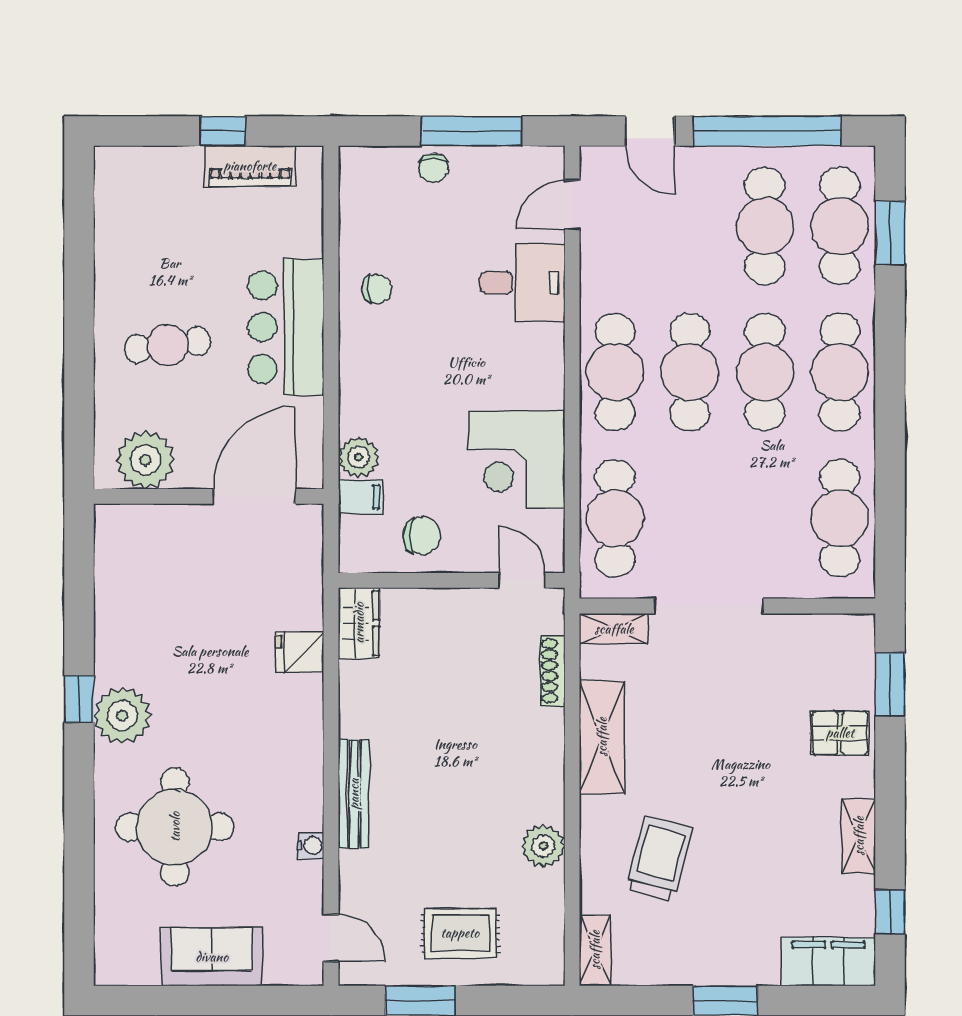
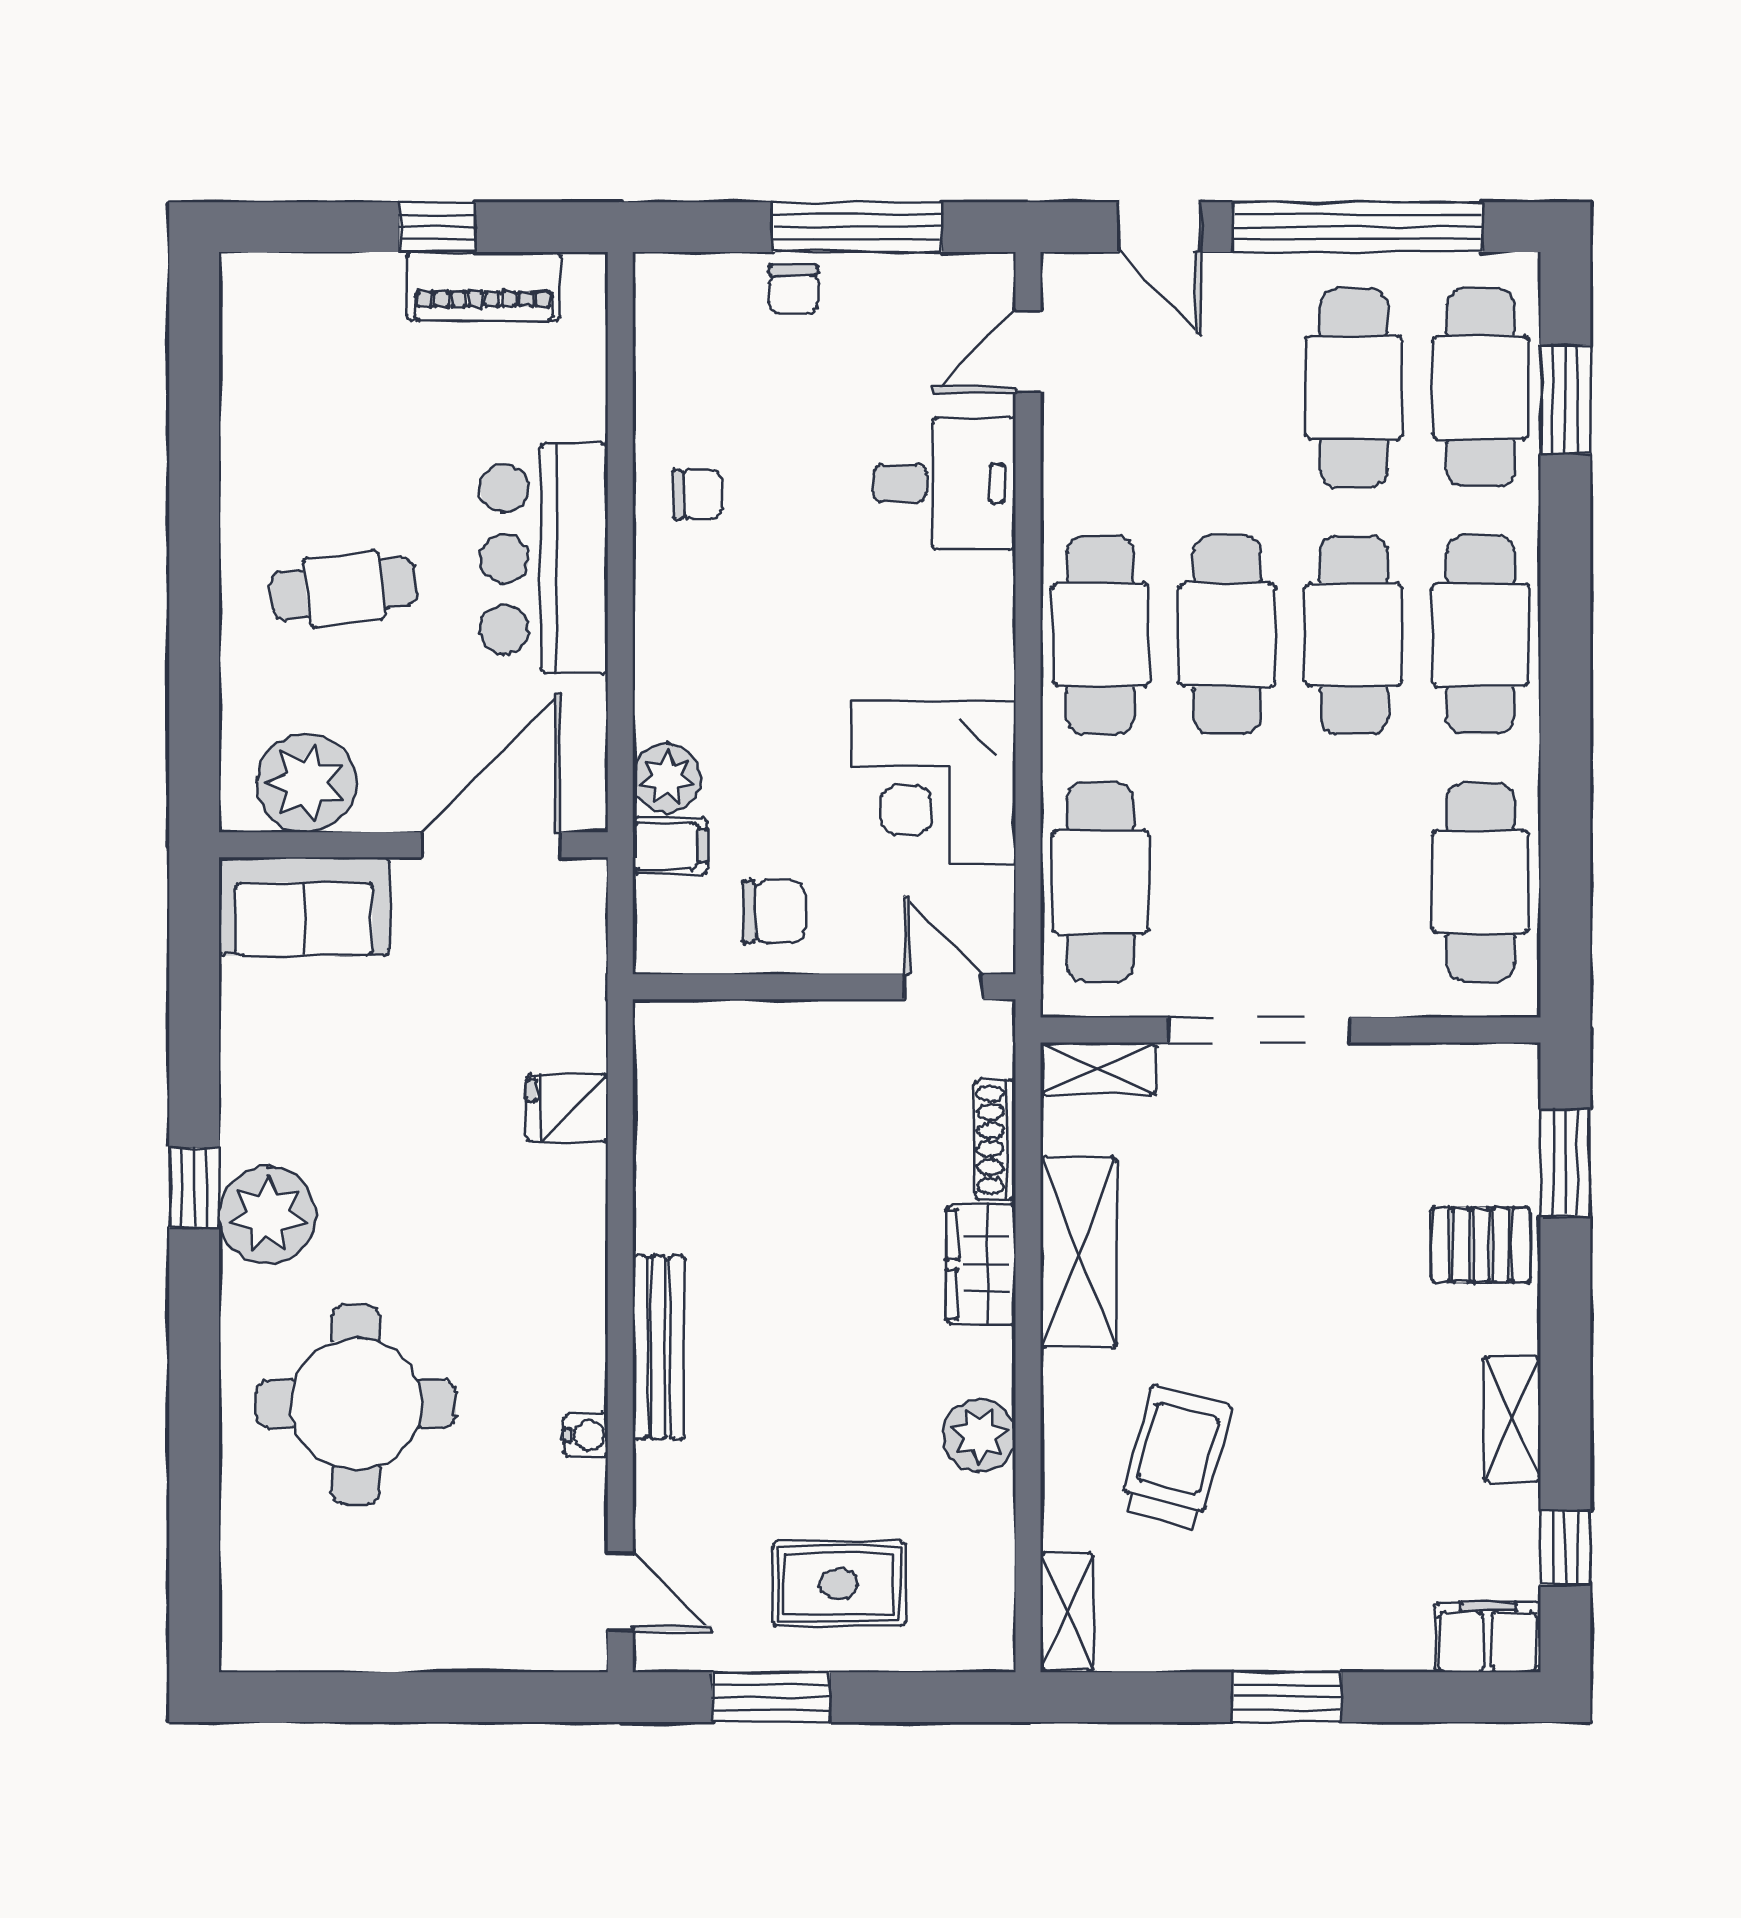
wardrobe: (359, 623) -> (981, 1264), moved, turned 180
sofa: (212, 957) -> (304, 906), moved, turned 180
filing cabinet: (828, 962) -> (1488, 1637), width x0.67, depth x0.86

